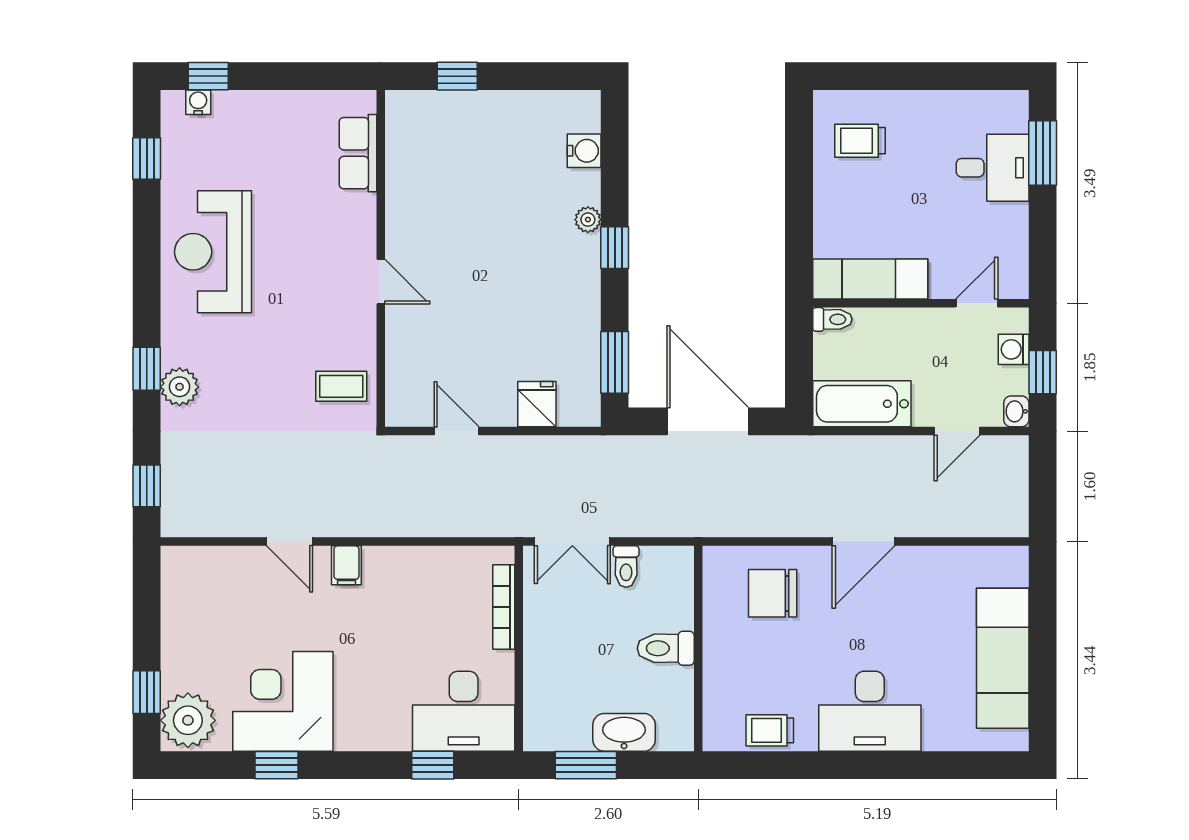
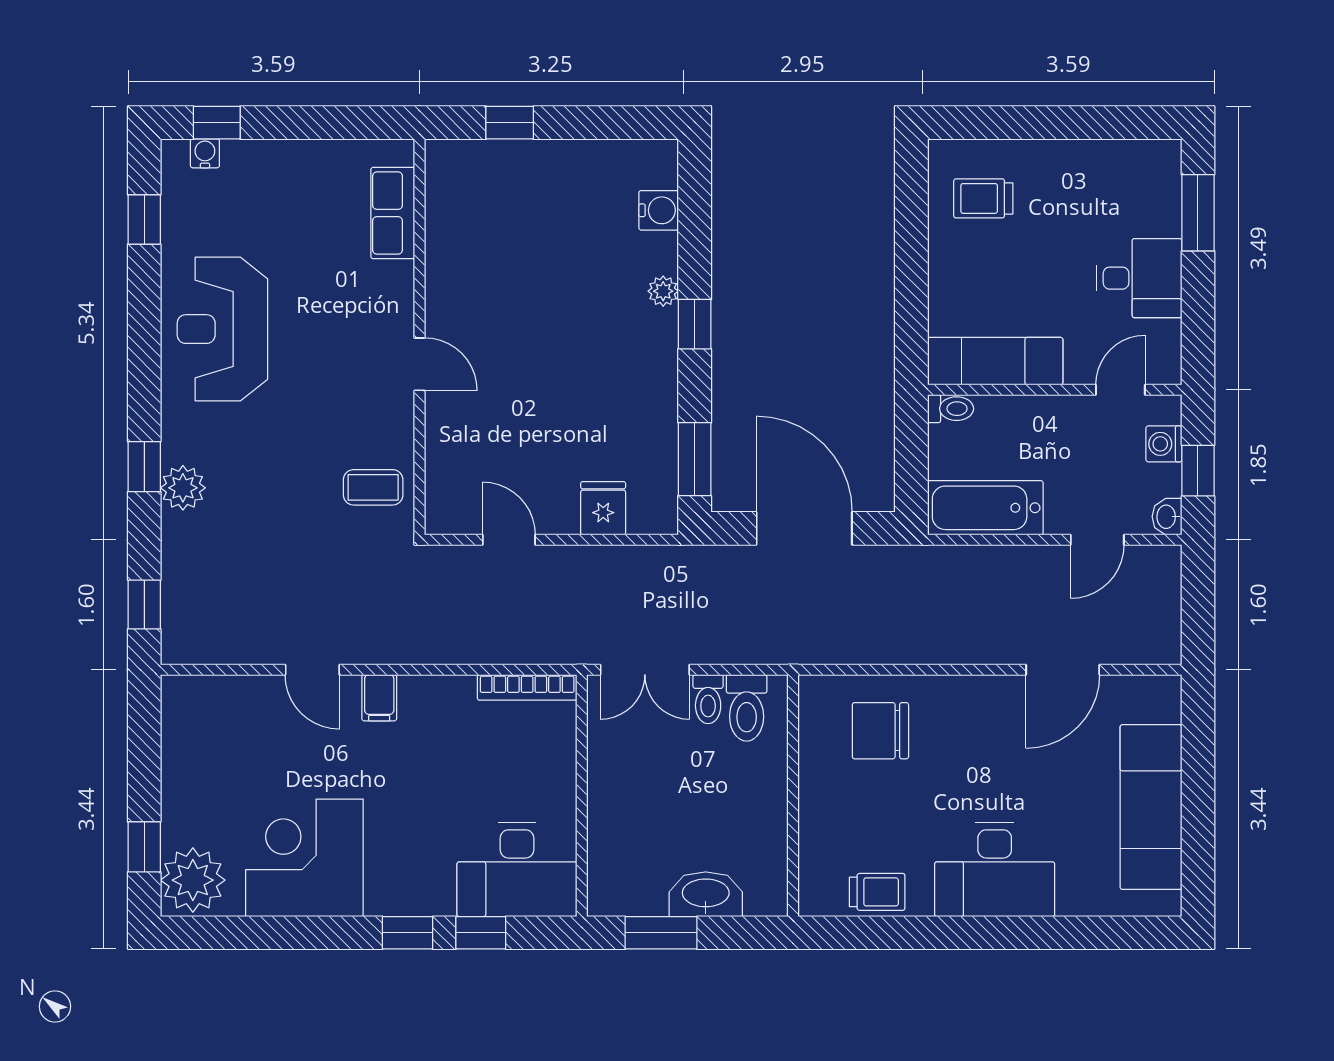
desk: (993, 168) -> (1139, 278), moved
door: (863, 541) -> (1063, 670), moved
bookcase: (504, 607) -> (527, 687), moved, turned -90
toilet: (666, 648) -> (747, 708), moved, turned -90
trolley: (770, 730) -> (877, 892), turned 180
window: (277, 765) -> (408, 933), moved

